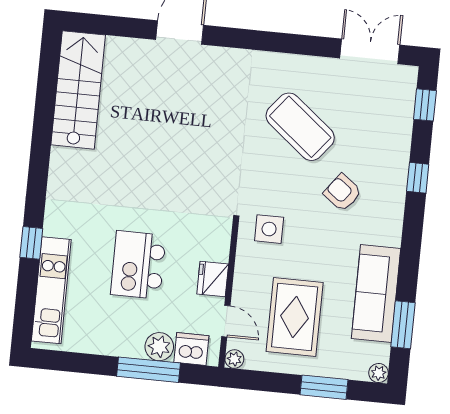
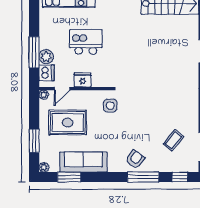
coffee table: (300, 127) -> (173, 140), moved, width x0.54, depth x0.58
window: (418, 178) -> (143, 177), width x2.17
armchair: (342, 193) -> (135, 159), moved

